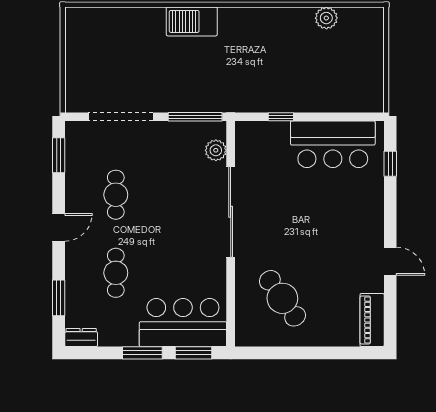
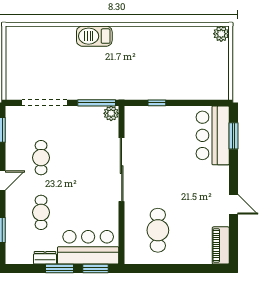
plant: (326, 18) -> (221, 34), moved
bar counter: (333, 144) -> (213, 135), moved, turned 90
plant: (216, 150) -> (111, 113), moved
window: (390, 164) -> (233, 136), width x1.50
cafe table: (282, 298) -> (158, 230), turned 35
dresser: (81, 338) -> (45, 258), moved

